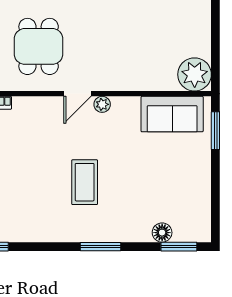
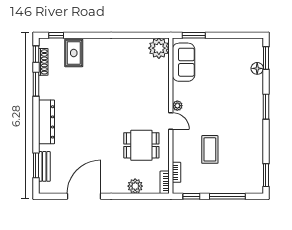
coffee table: (85, 182) -> (210, 149), moved, turned 90

